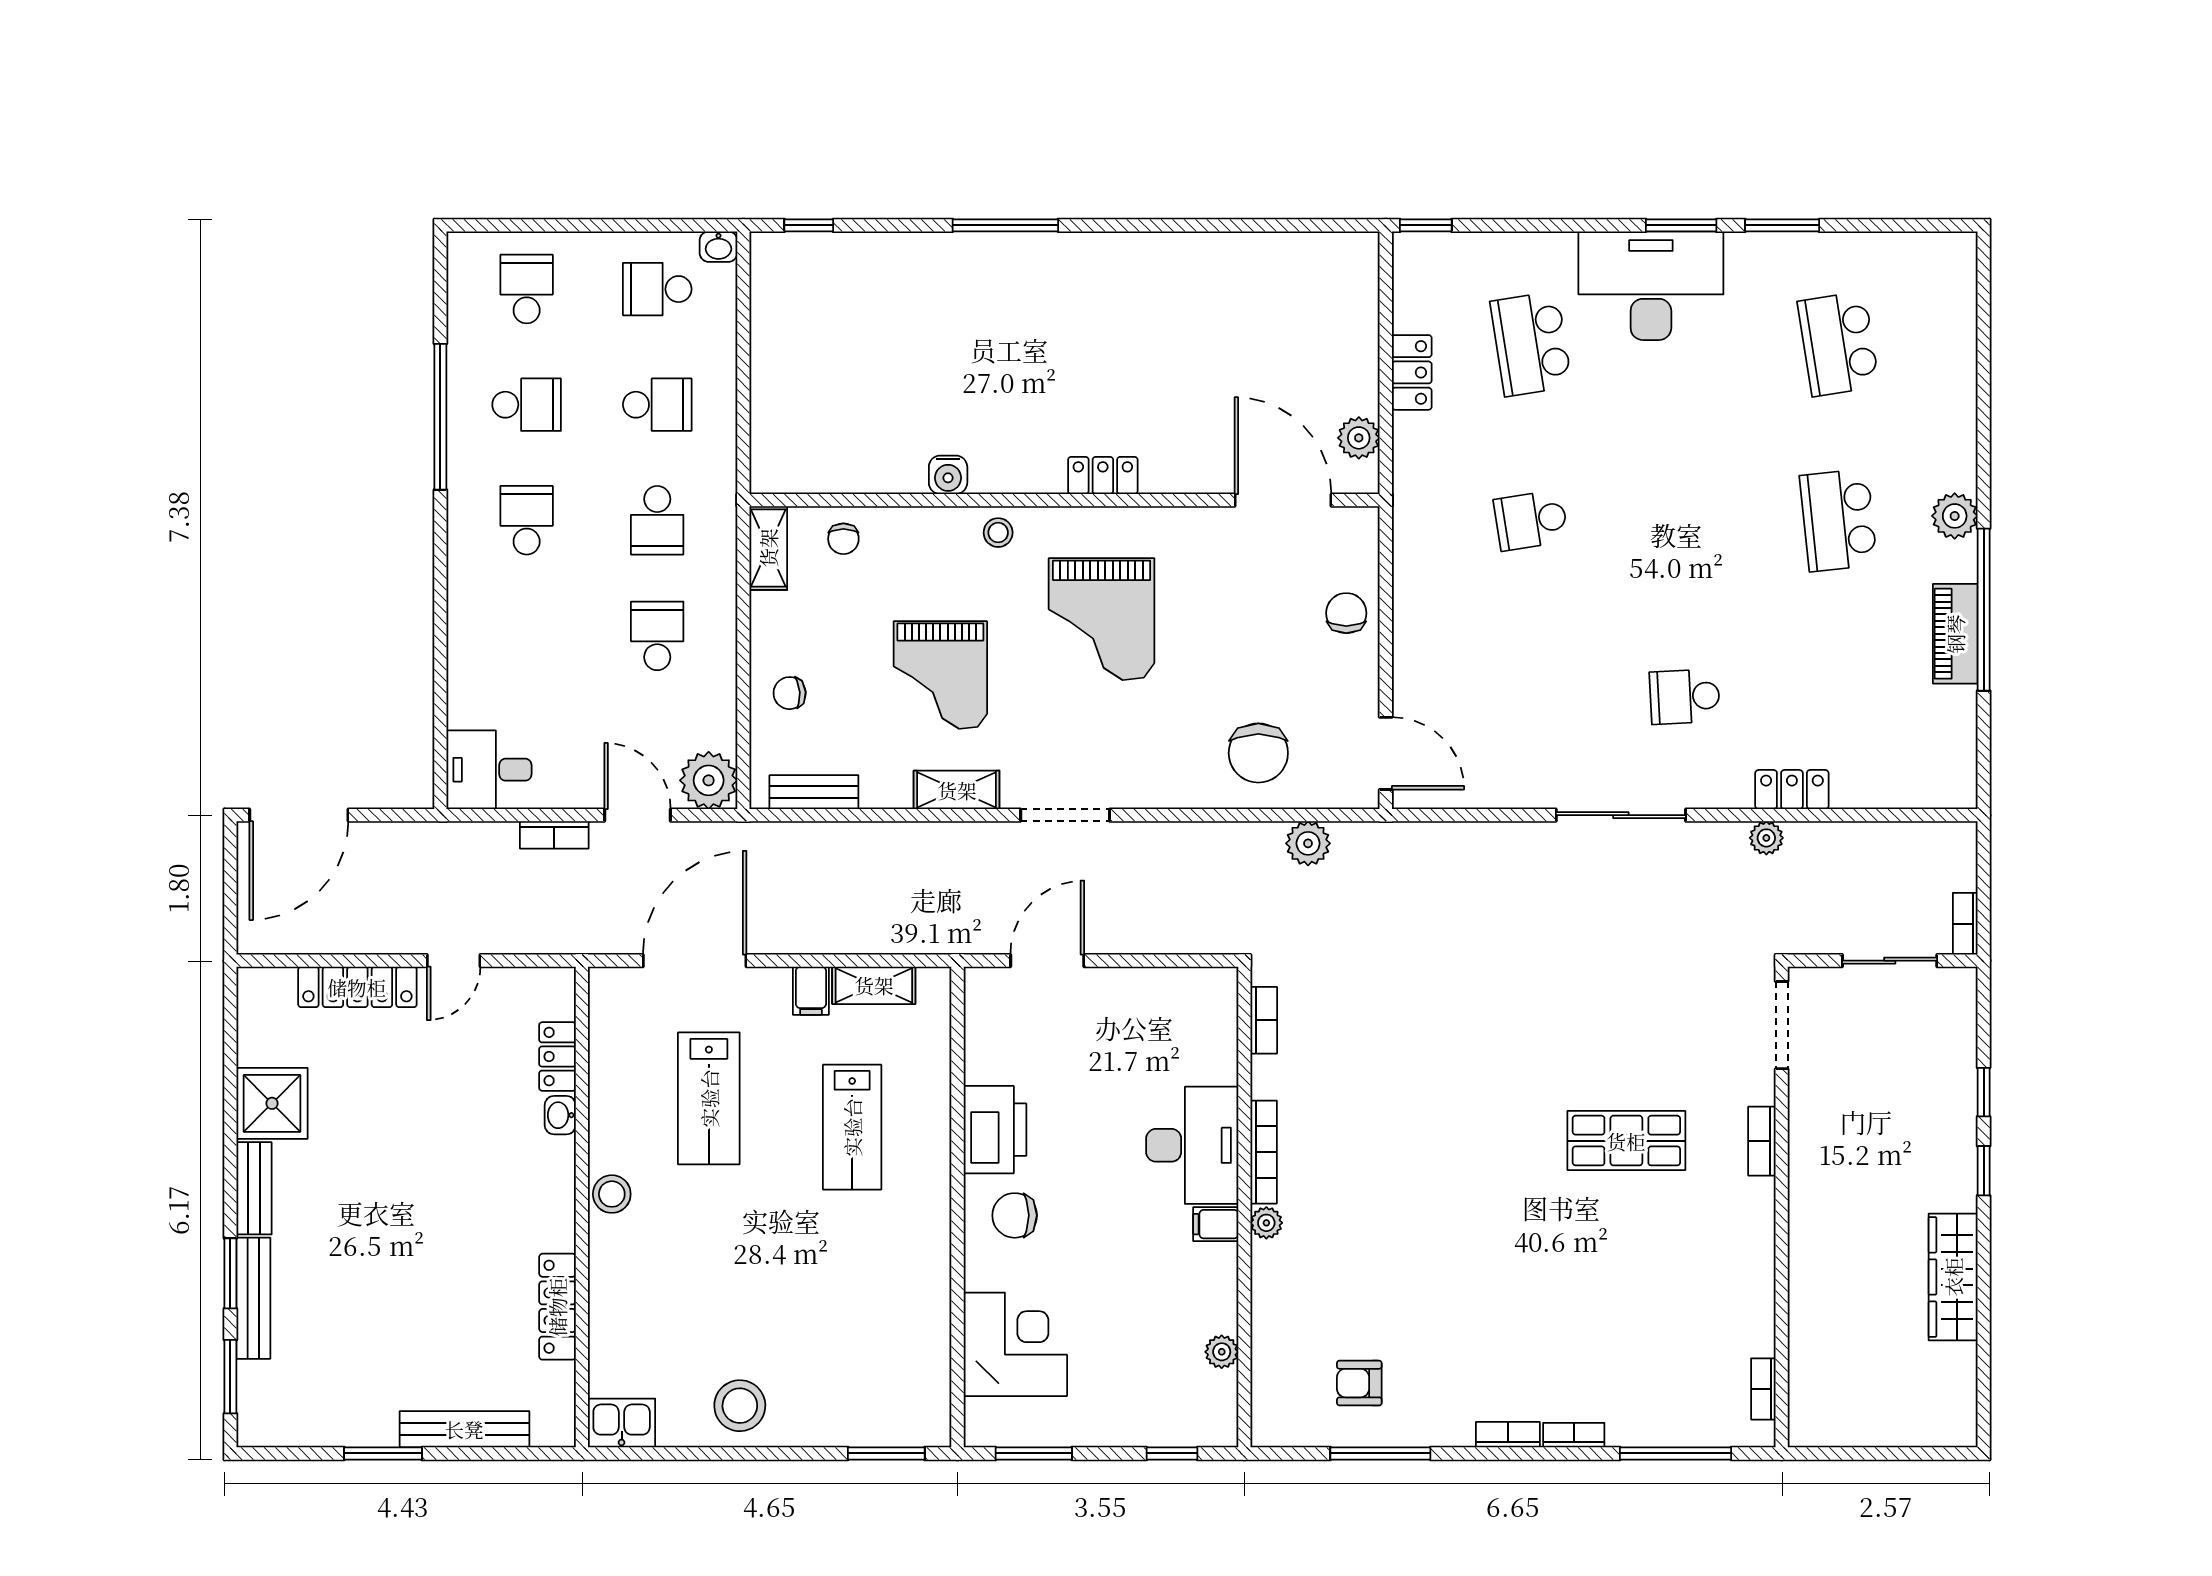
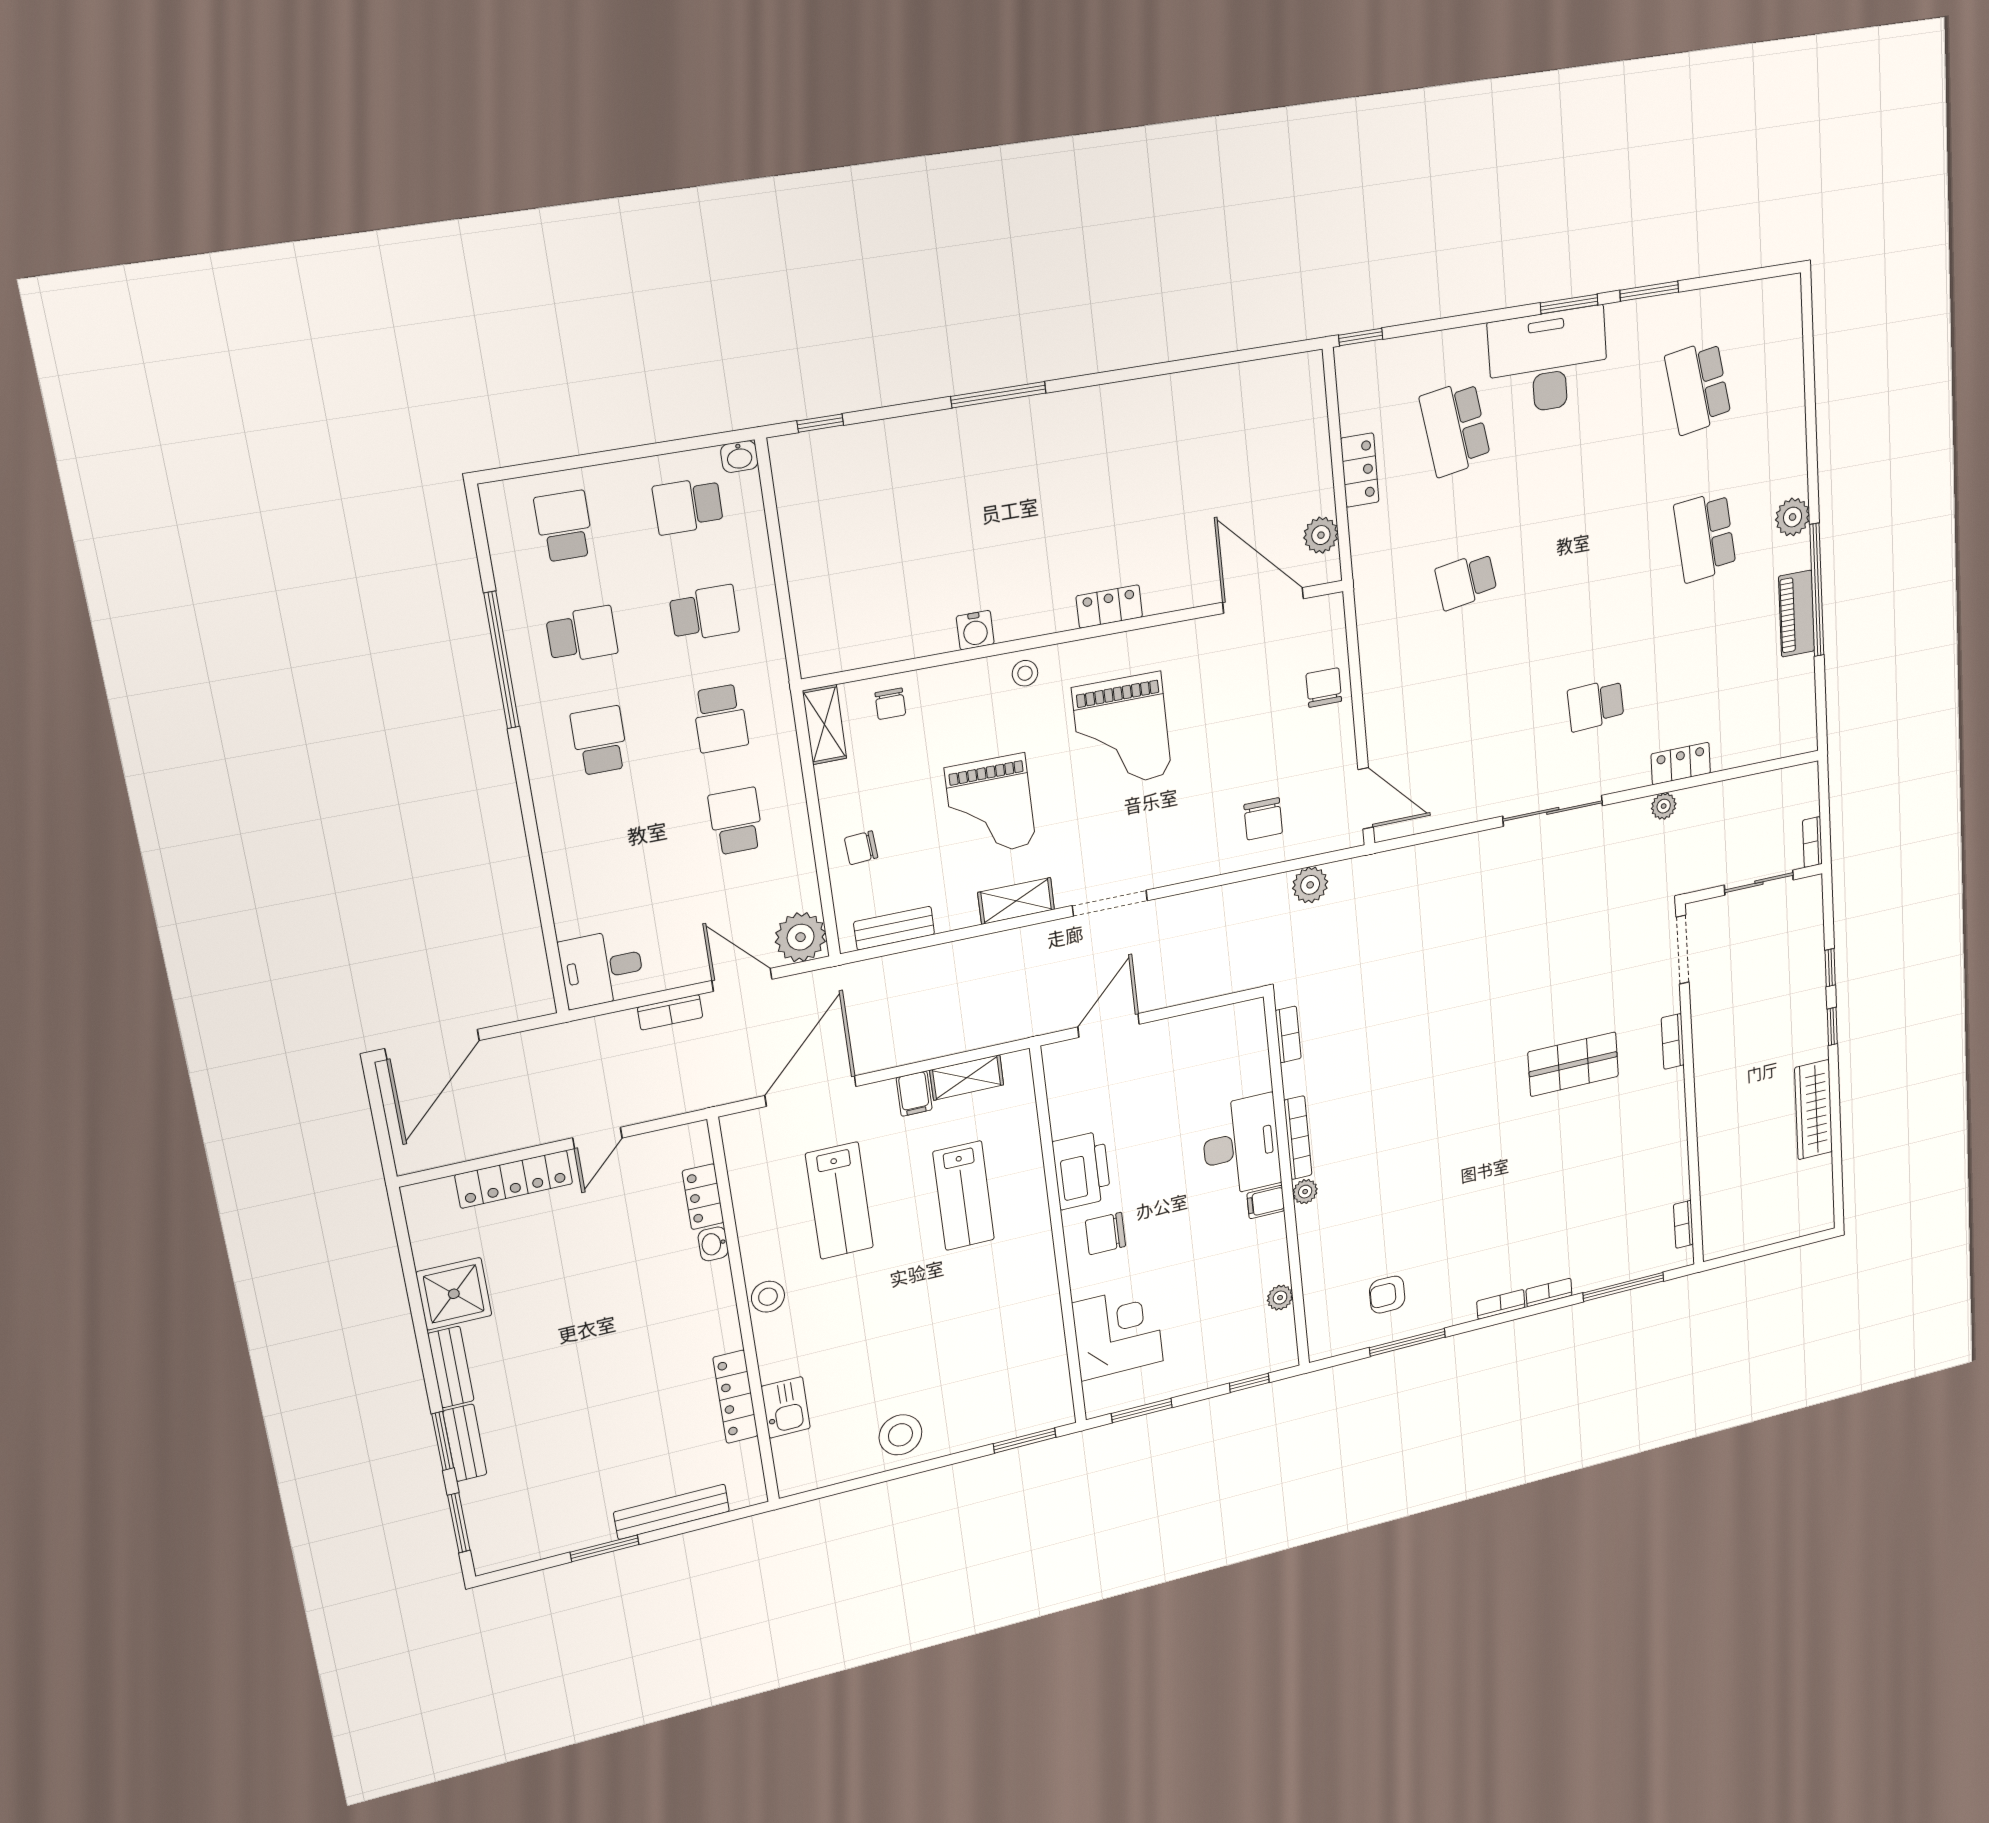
chair: (1258, 753) -> (1263, 819), width x0.73, depth x0.73
bench: (253, 1298) -> (465, 1443), width x0.73
kitchen sink: (622, 1423) -> (786, 1407), moved, turned 90

